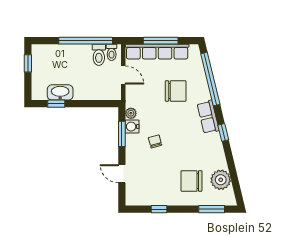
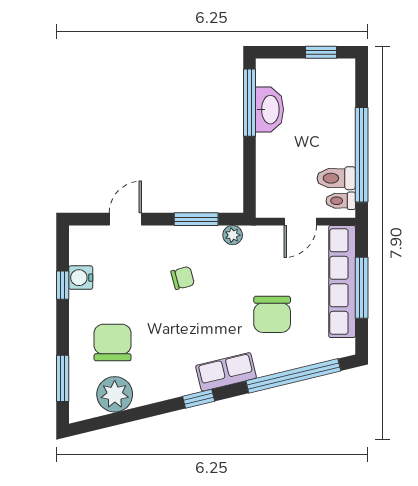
window: (56, 104) -> (249, 103), width x2.17
water cooler: (132, 127) -> (81, 278), moved, turned -90

